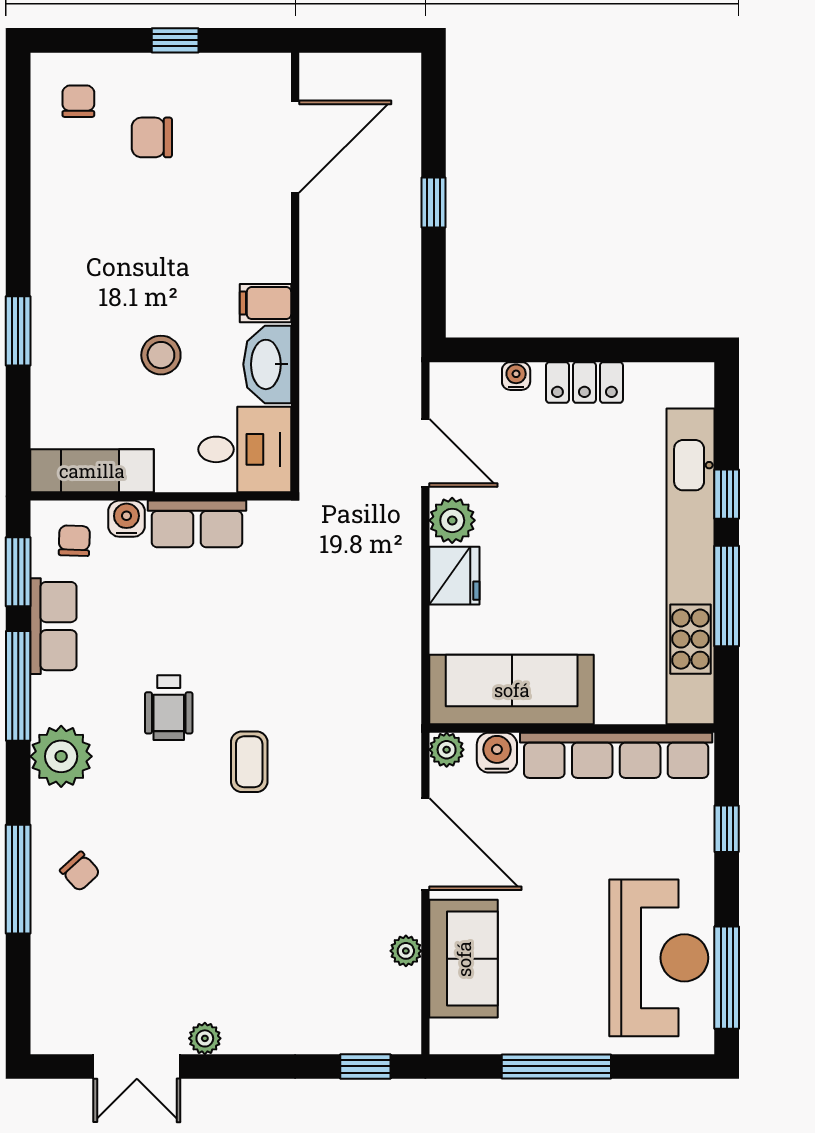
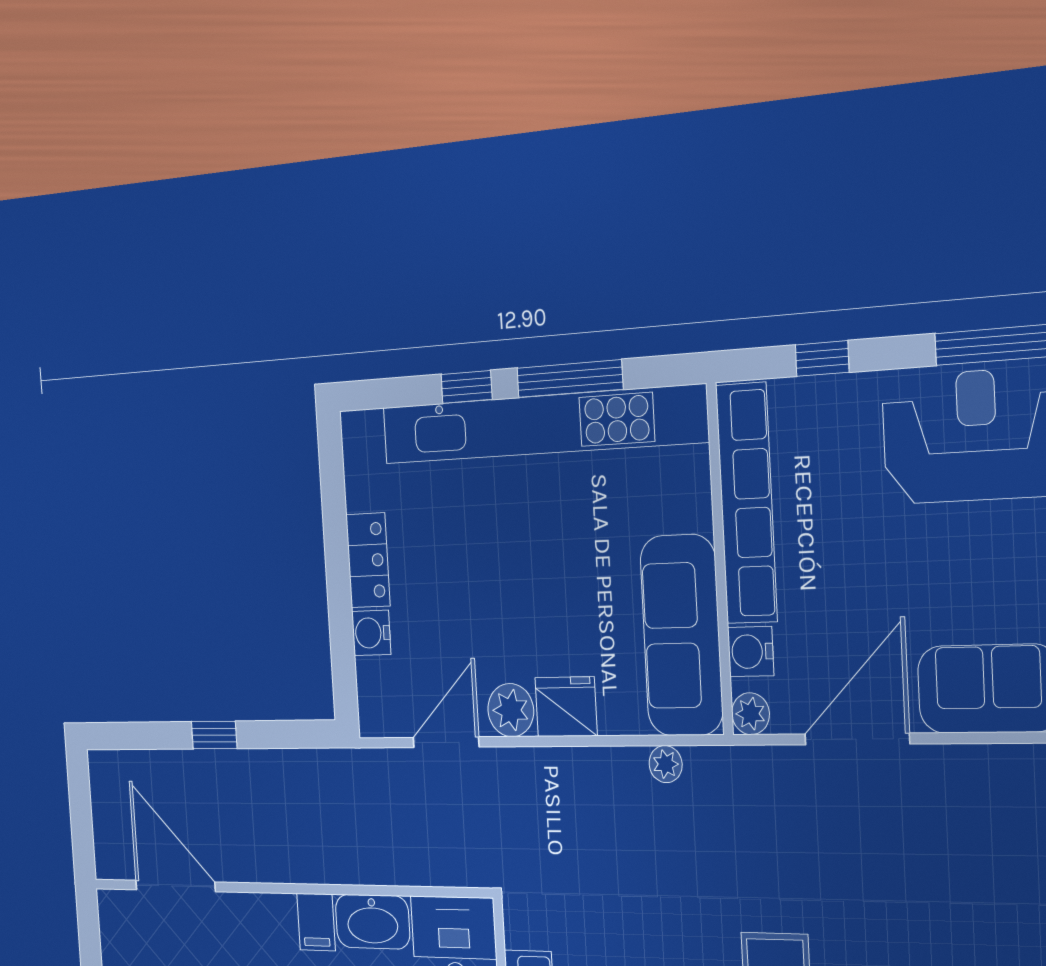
water cooler: (516, 376) -> (371, 633), width x1.38, depth x1.38
plant: (406, 951) -> (666, 764), moved

